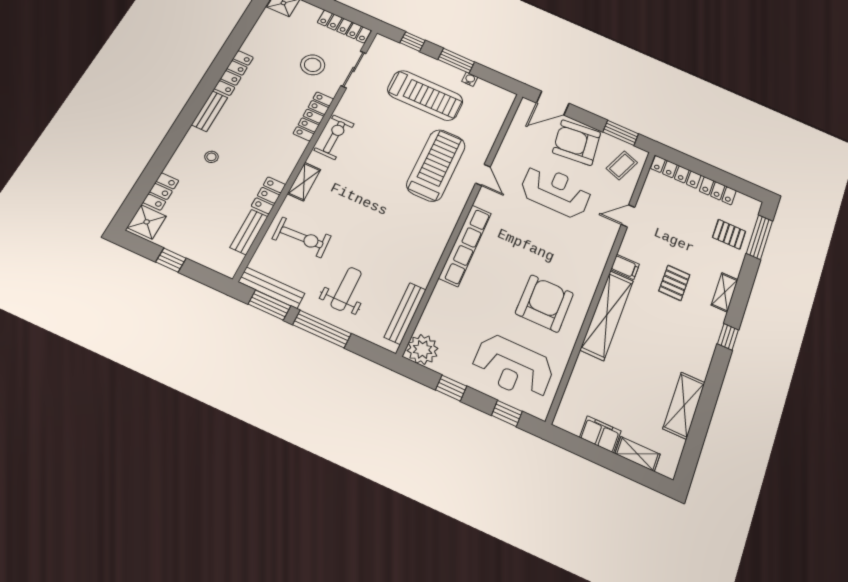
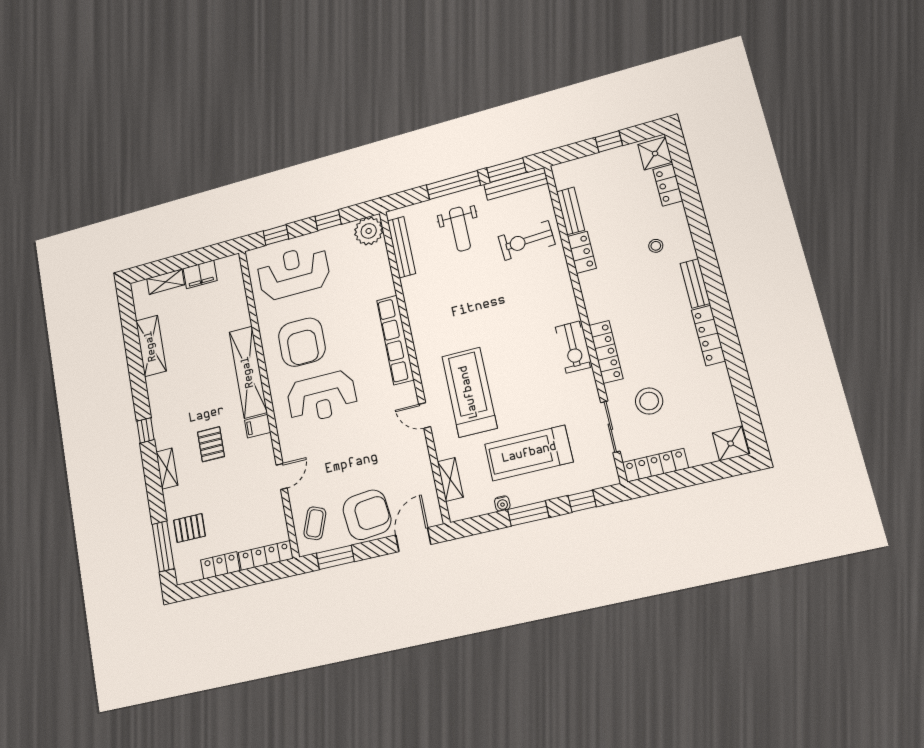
treadmill: (436, 165) -> (469, 392), turned 180
shelving: (304, 182) -> (450, 479), moved
reception desk: (556, 191) -> (322, 397), moved

